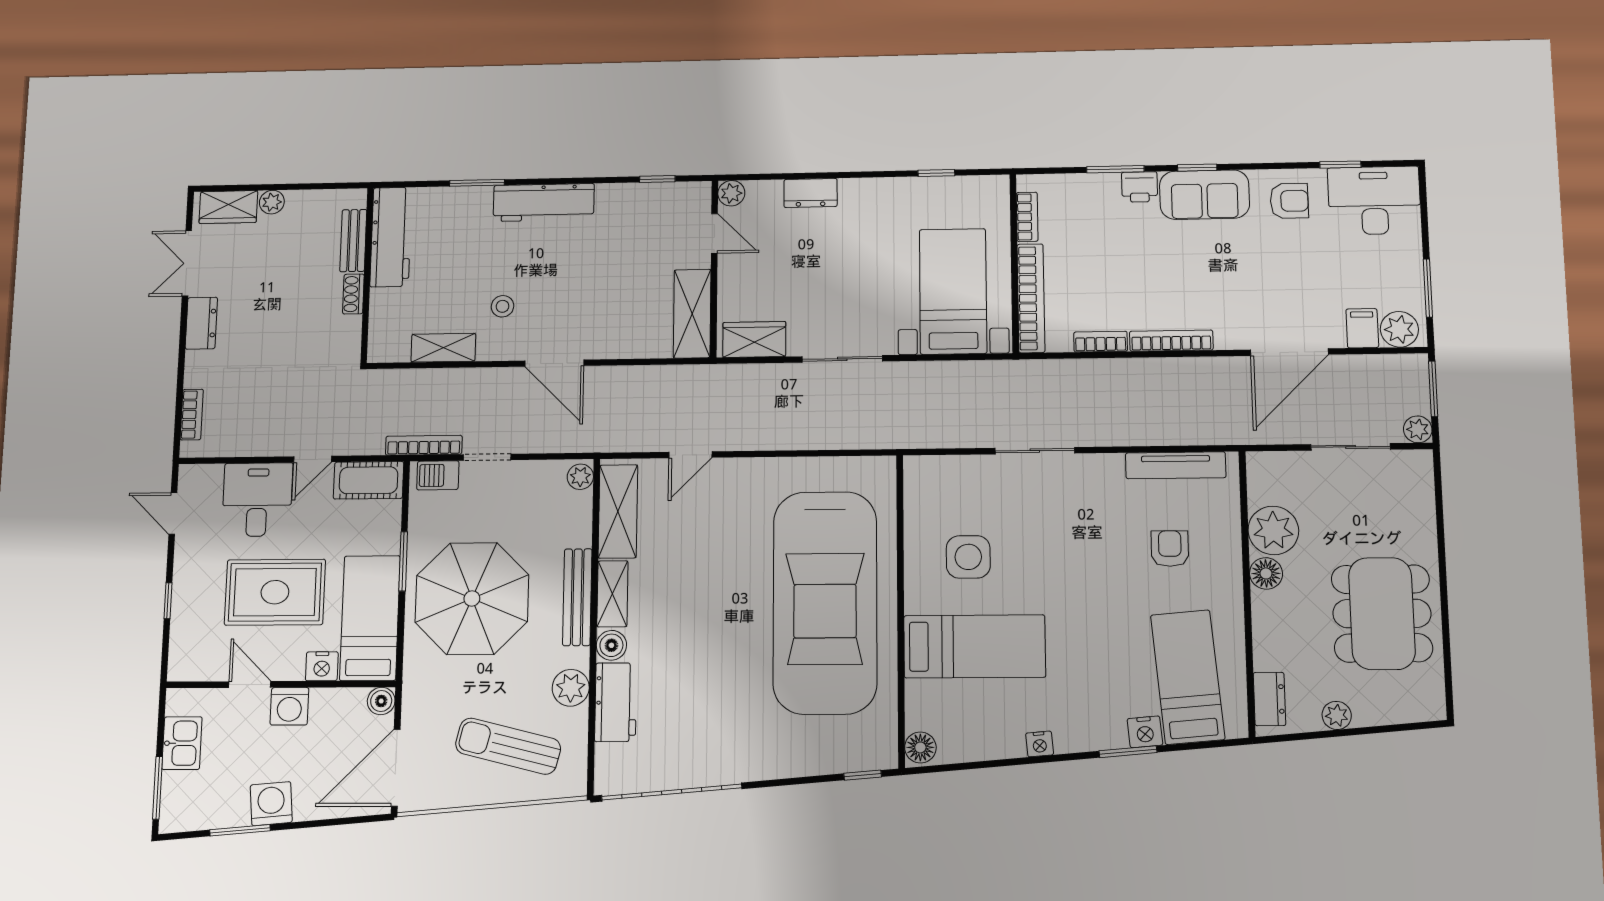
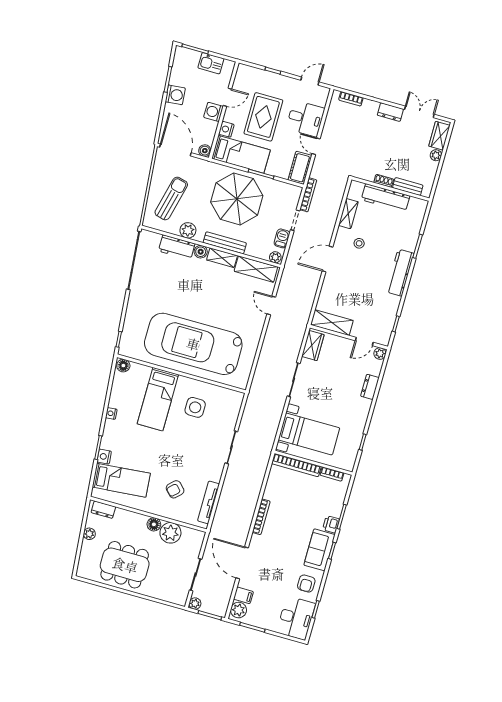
workbench: (391, 237) -> (385, 198), moved
bookcase: (1101, 342) -> (269, 488), removed
barbecue: (438, 475) -> (282, 238), moved
armchair: (1170, 549) -> (175, 489), turned 136

